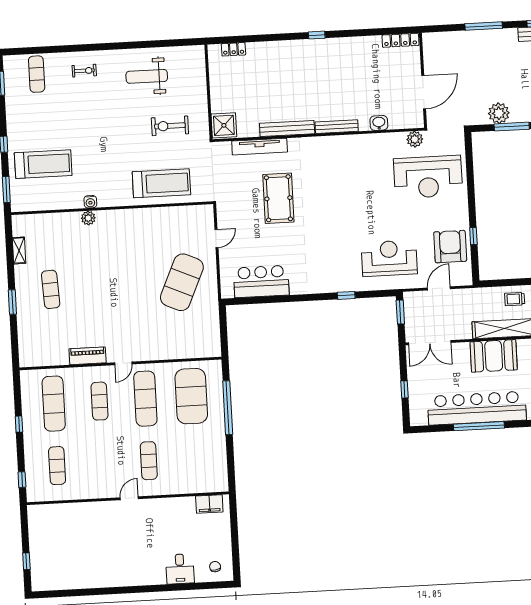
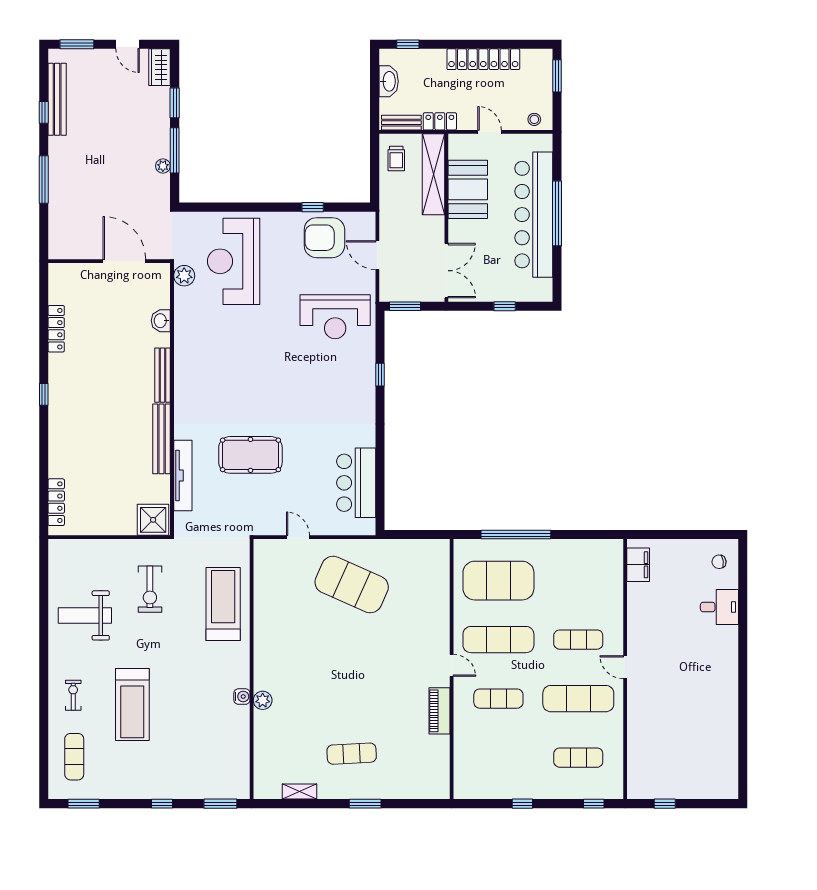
locker: (400, 40) -> (56, 329), moved
locker: (233, 49) -> (56, 502), width x1.53
exercise mat: (37, 74) -> (74, 757), turned 90
weight bench: (147, 76) -> (85, 615), turned 90
plant: (499, 113) -> (163, 166), width x0.53, depth x0.53
treadmill: (43, 164) -> (132, 705), moved, turned 180
reception desk: (428, 177) -> (234, 261), turned 180
reception desk: (389, 258) -> (335, 317), turned -90
exercise mat: (54, 404) -> (578, 699), moved
window: (26, 561) -> (665, 804), moved

